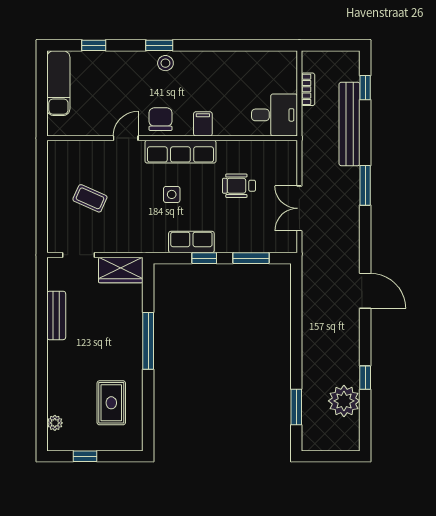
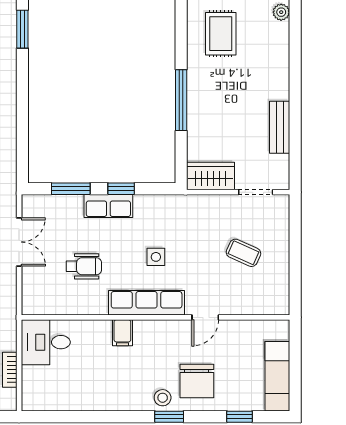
chair: (161, 119) -> (197, 381), moved, width x1.37, depth x1.37
row of seats: (191, 242) -> (108, 206), moved

